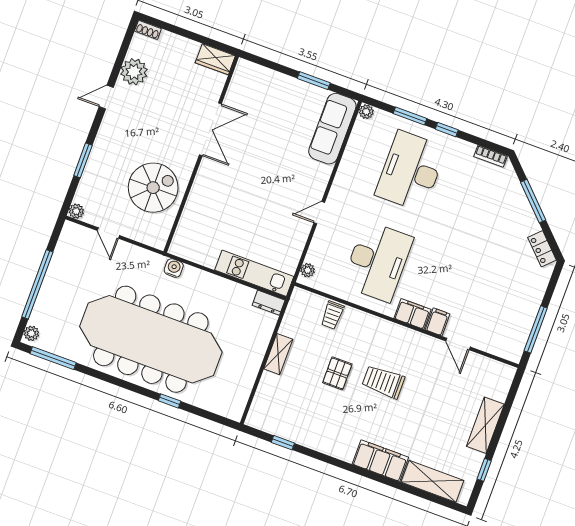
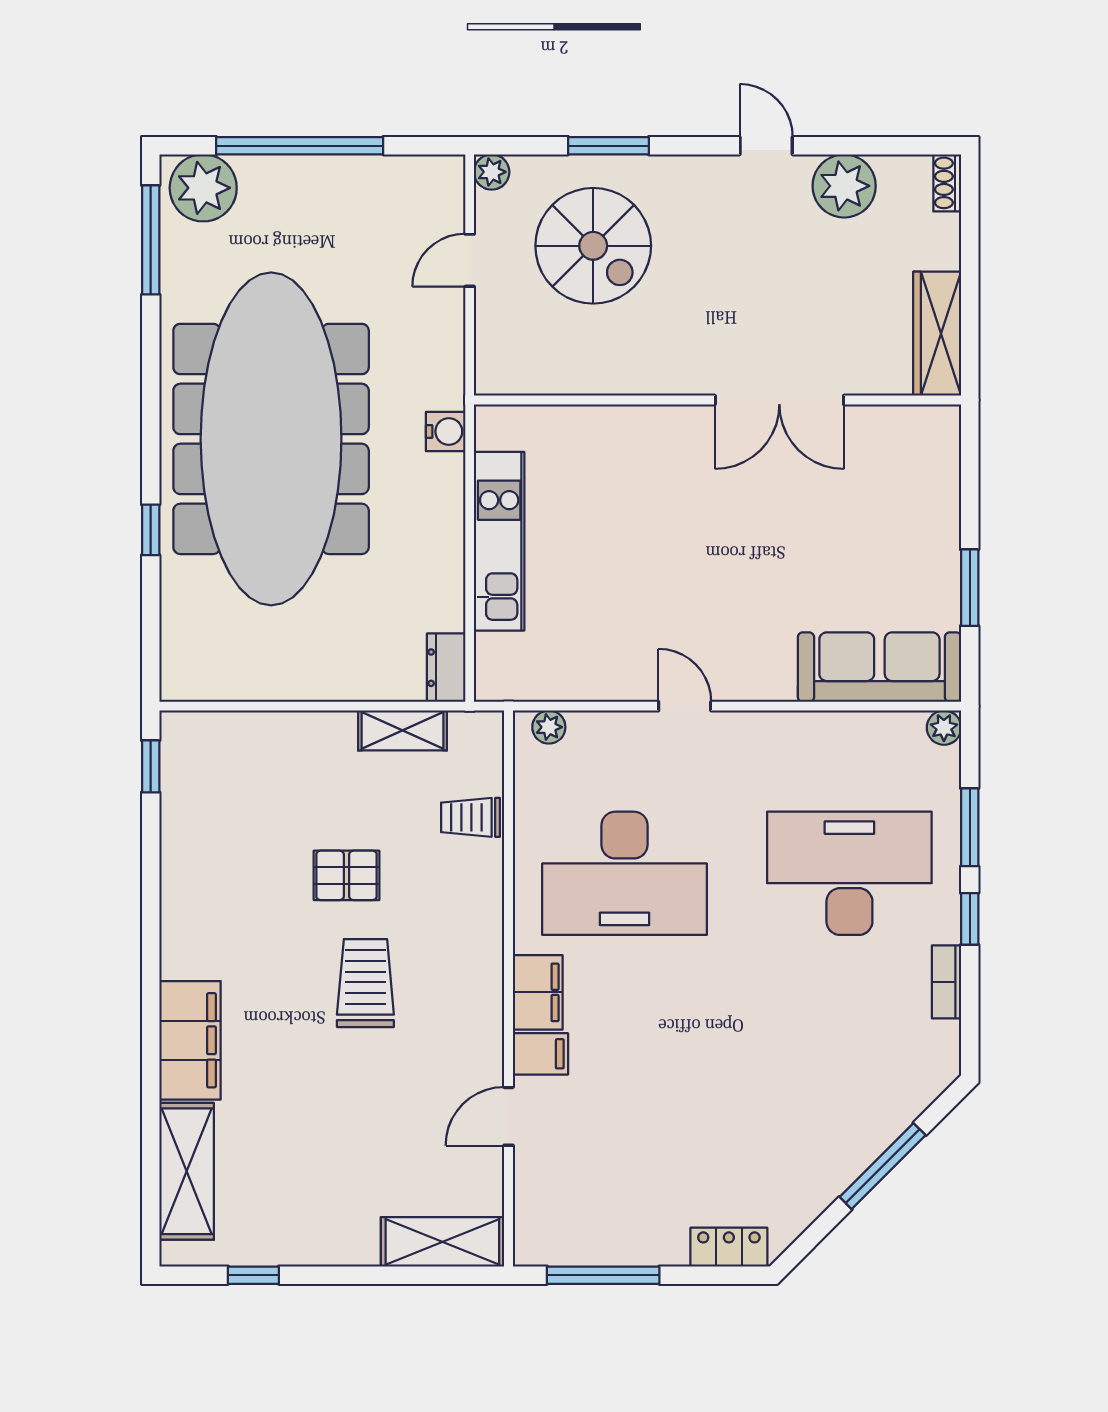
wardrobe: (215, 59) -> (937, 334), width x1.50
bookcase: (491, 156) -> (947, 982), moved
spiral stairs: (153, 188) -> (593, 246), moved
locker: (542, 249) -> (729, 1247), moved, turned 45
kitchen unit: (254, 273) -> (499, 541), moved
plant: (31, 333) -> (203, 188), width x1.87, depth x1.87
shelving: (278, 354) -> (403, 730), moved
shelving: (485, 425) -> (442, 1242), moved
window: (283, 443) -> (151, 766), moved

